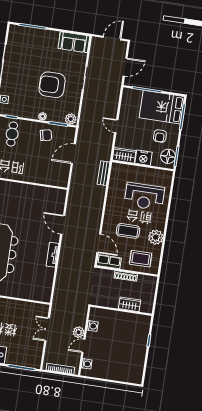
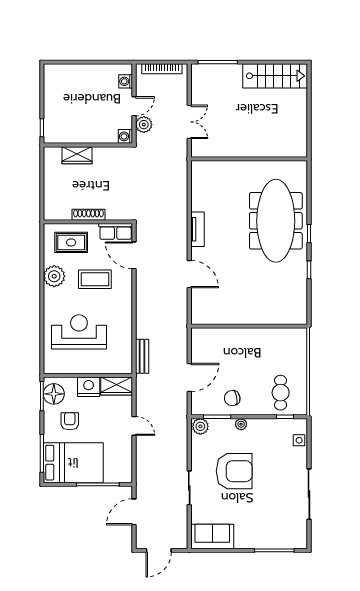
wardrobe: (130, 304) -> (77, 155), moved
wall: (121, 310) -> (88, 145), moved

